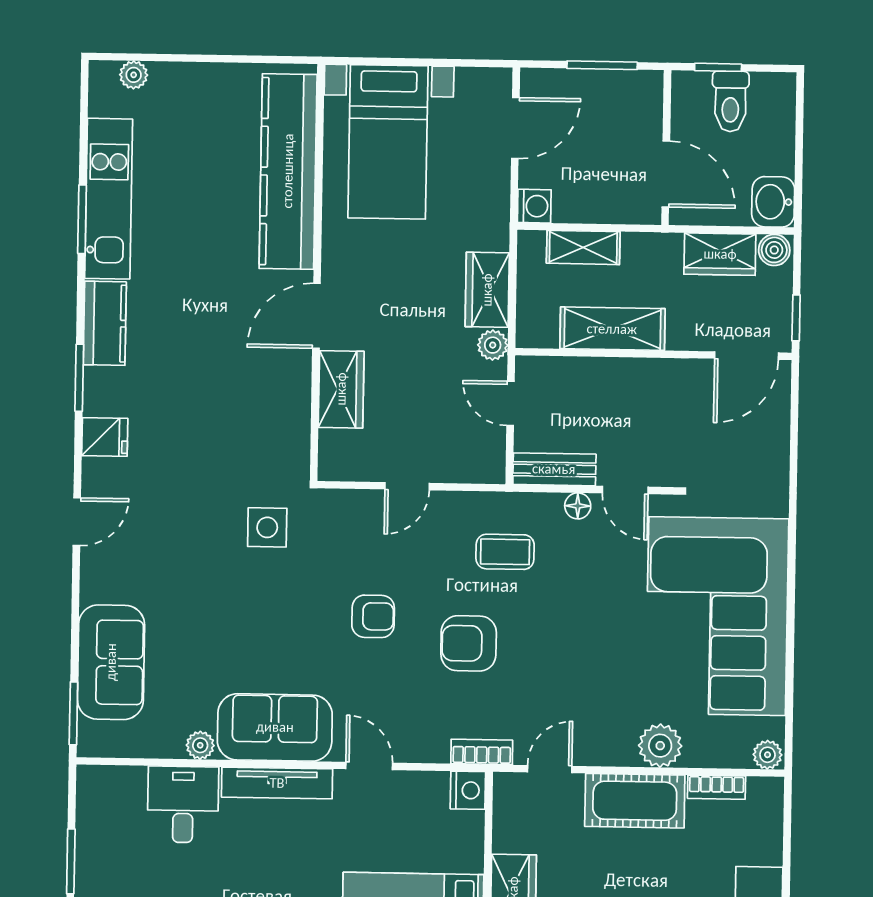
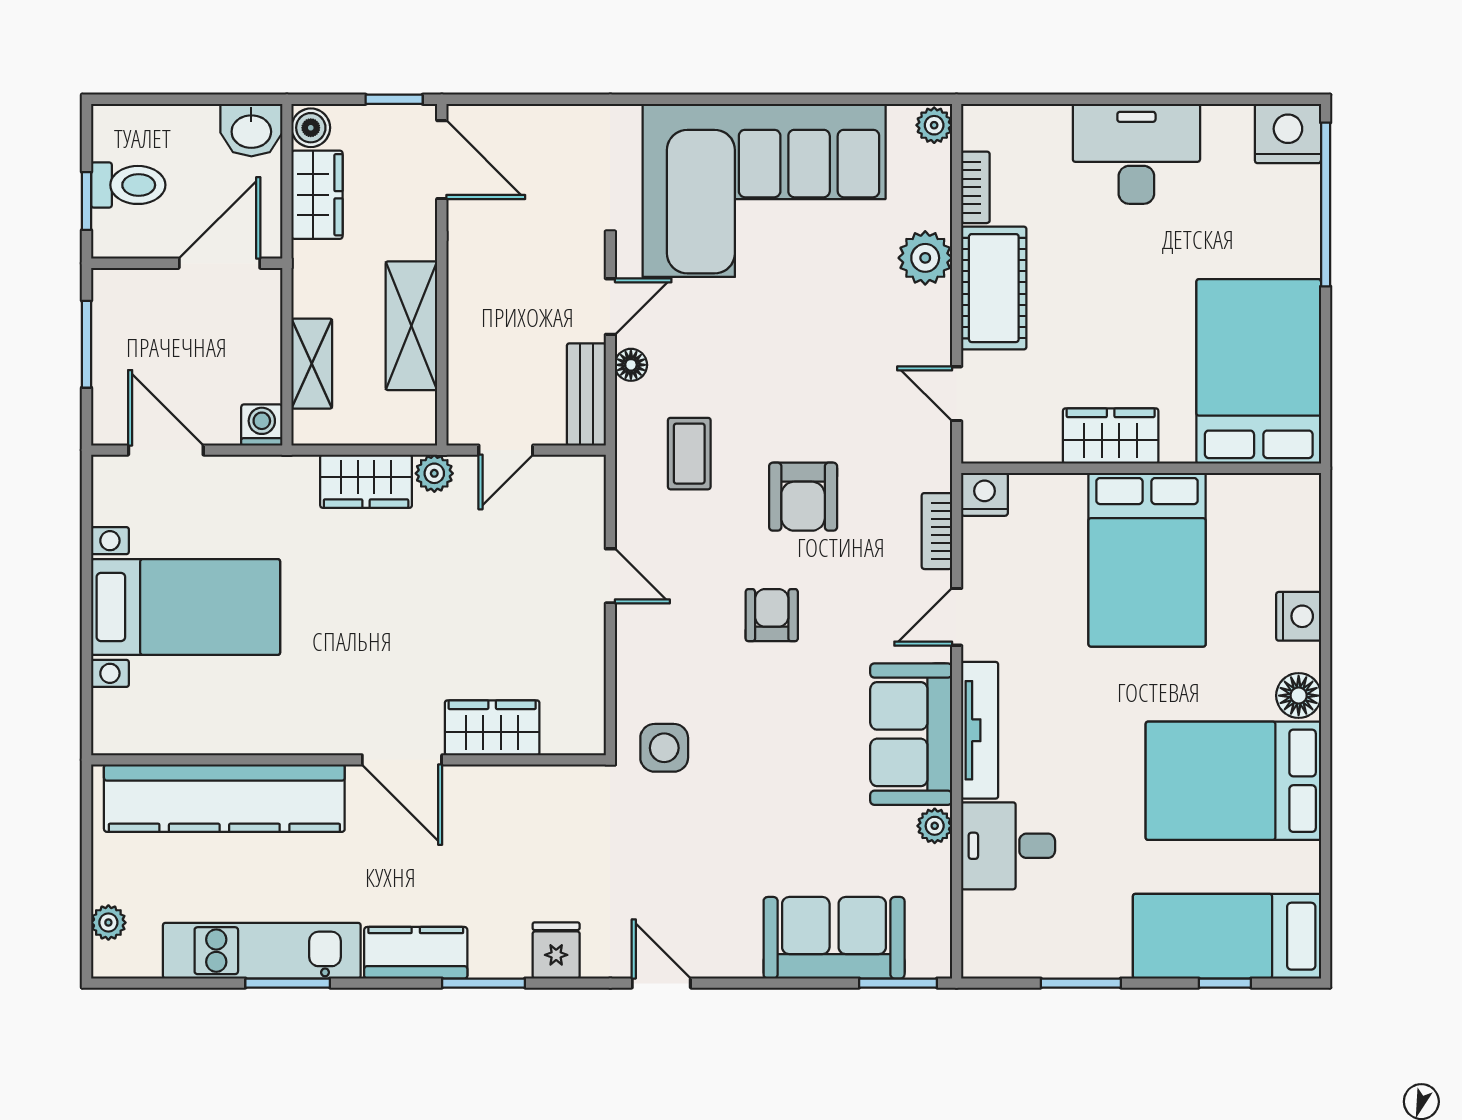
kitchen counter: (288, 171) -> (224, 798), moved
wall: (317, 272) -> (348, 760), moved
door: (316, 316) -> (402, 760), moved
wardrobe: (341, 389) -> (492, 728), moved
bookcase: (482, 752) -> (937, 531), moved

